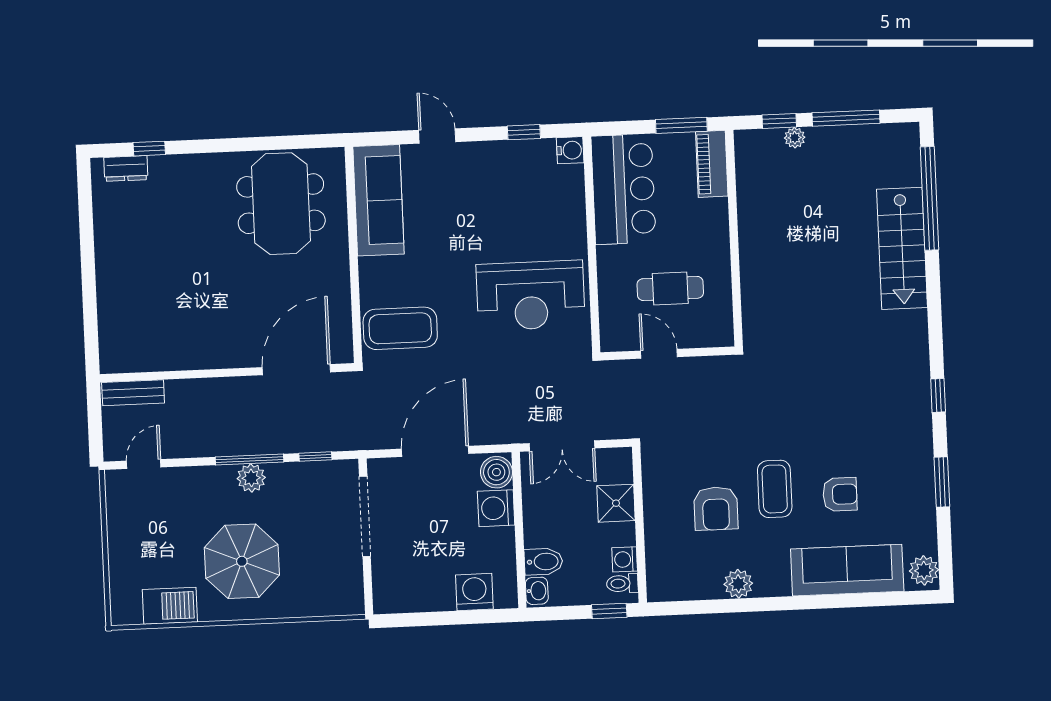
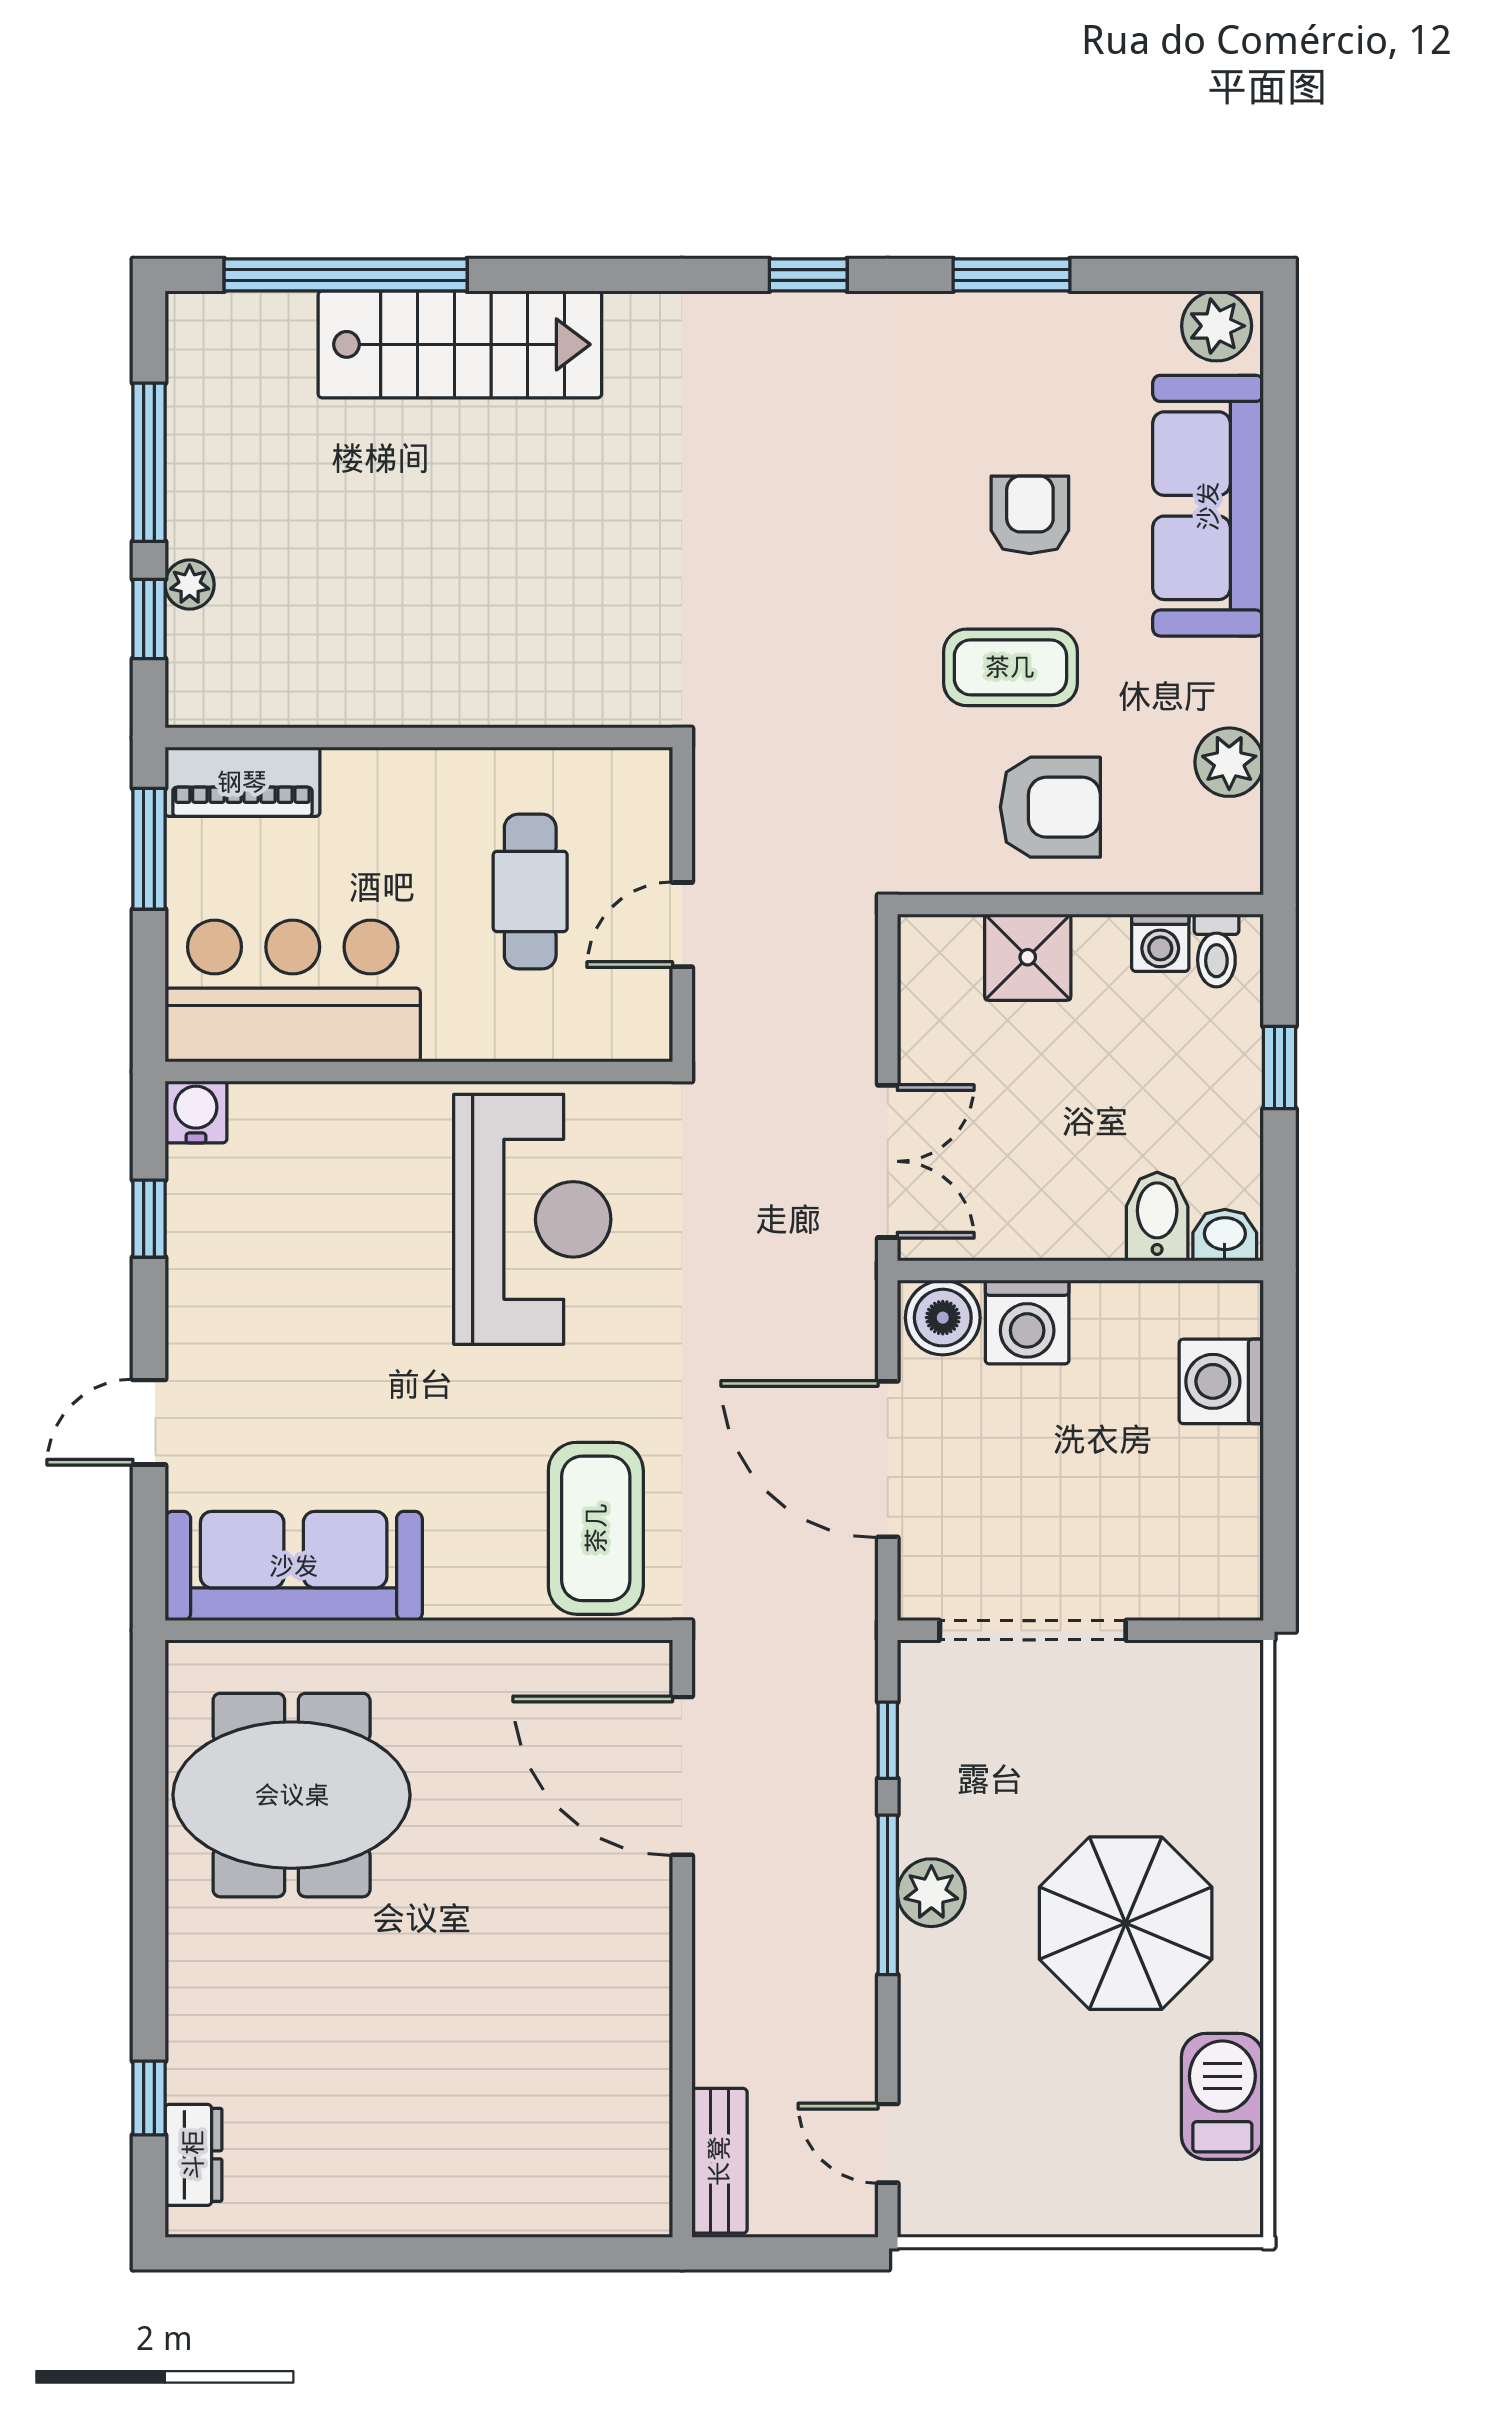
shower: (616, 503) -> (1028, 957), moved
wall: (639, 525) -> (1080, 904), moved
washing machine: (625, 559) -> (1160, 943), moved
toilet: (622, 583) -> (1216, 951), moved

